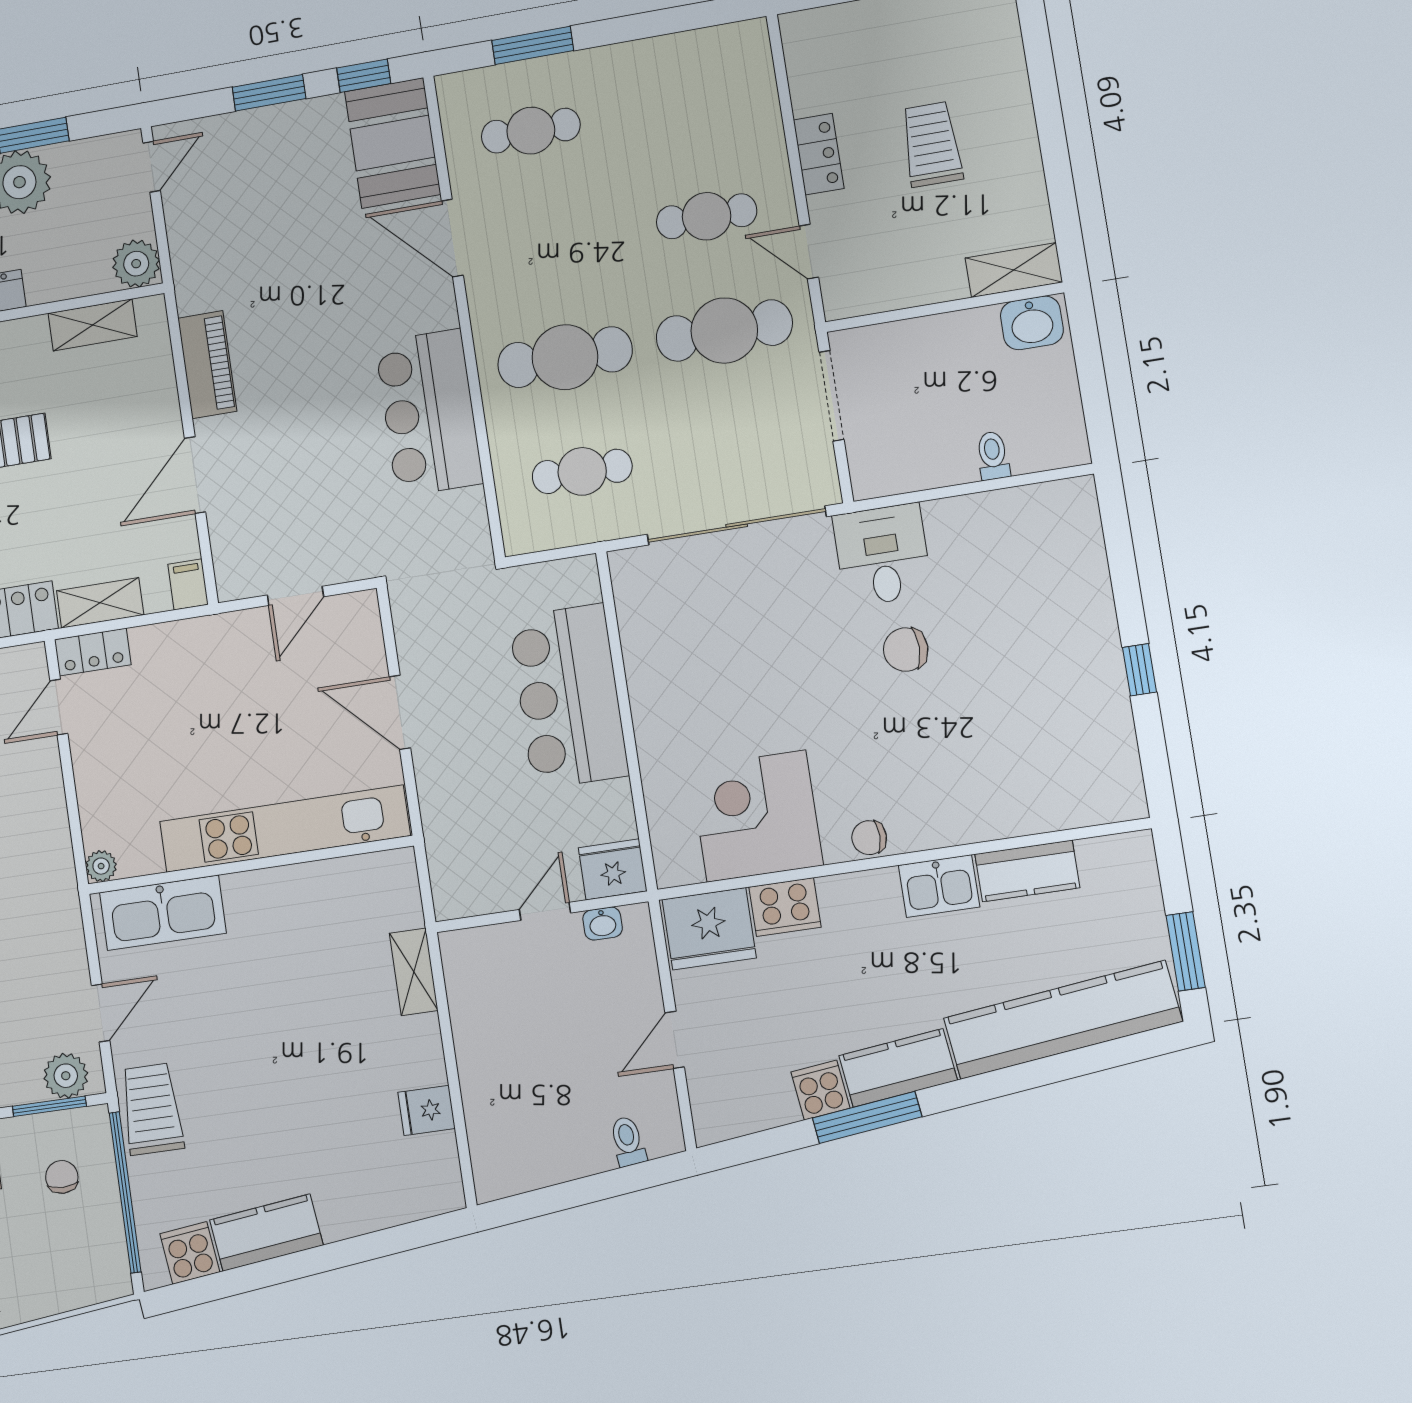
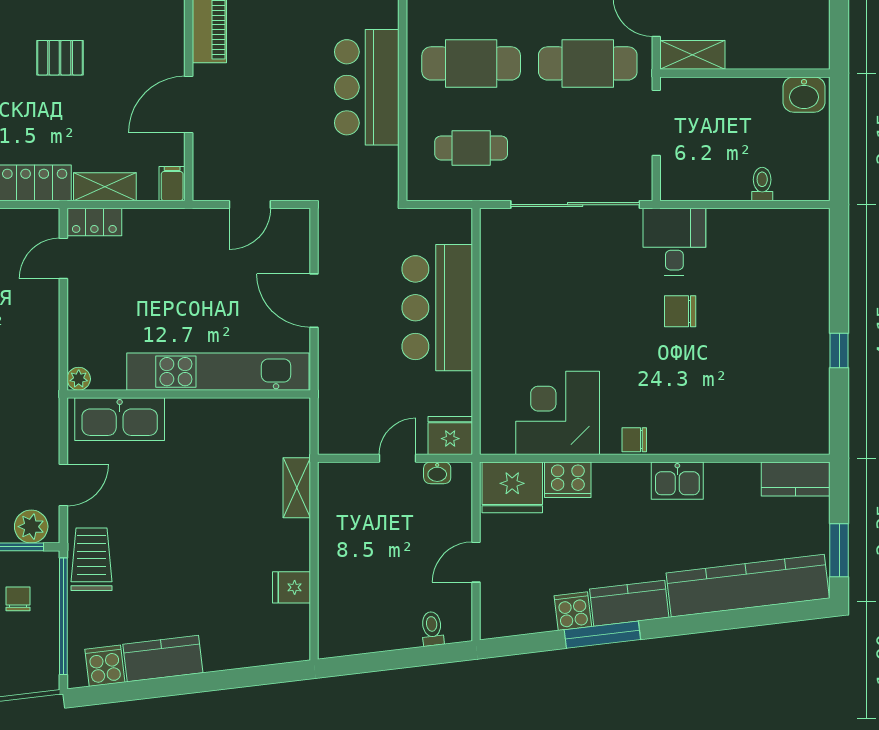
shelving: (1014, 270) -> (692, 55), moved
kitchen counter: (1027, 871) -> (796, 479), moved

